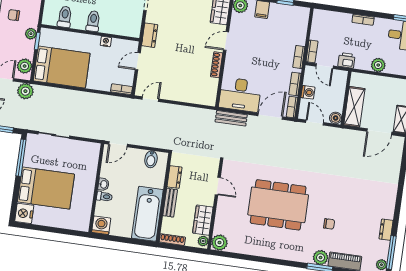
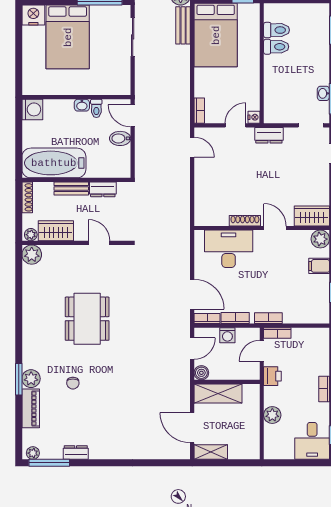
toilet: (93, 21) -> (276, 47), moved
nightstand: (106, 41) -> (254, 117), moved
door: (138, 61) -> (236, 125), hinge flipped
desk: (240, 95) -> (229, 249), moved, turned 90
bench: (231, 118) -> (183, 25), moved
bidet: (151, 159) -> (120, 138), moved
door: (218, 186) -> (99, 243), swing flipped
toilet: (104, 197) -> (96, 108), moved
dining table: (278, 205) -> (87, 319), width x0.73, depth x0.80

